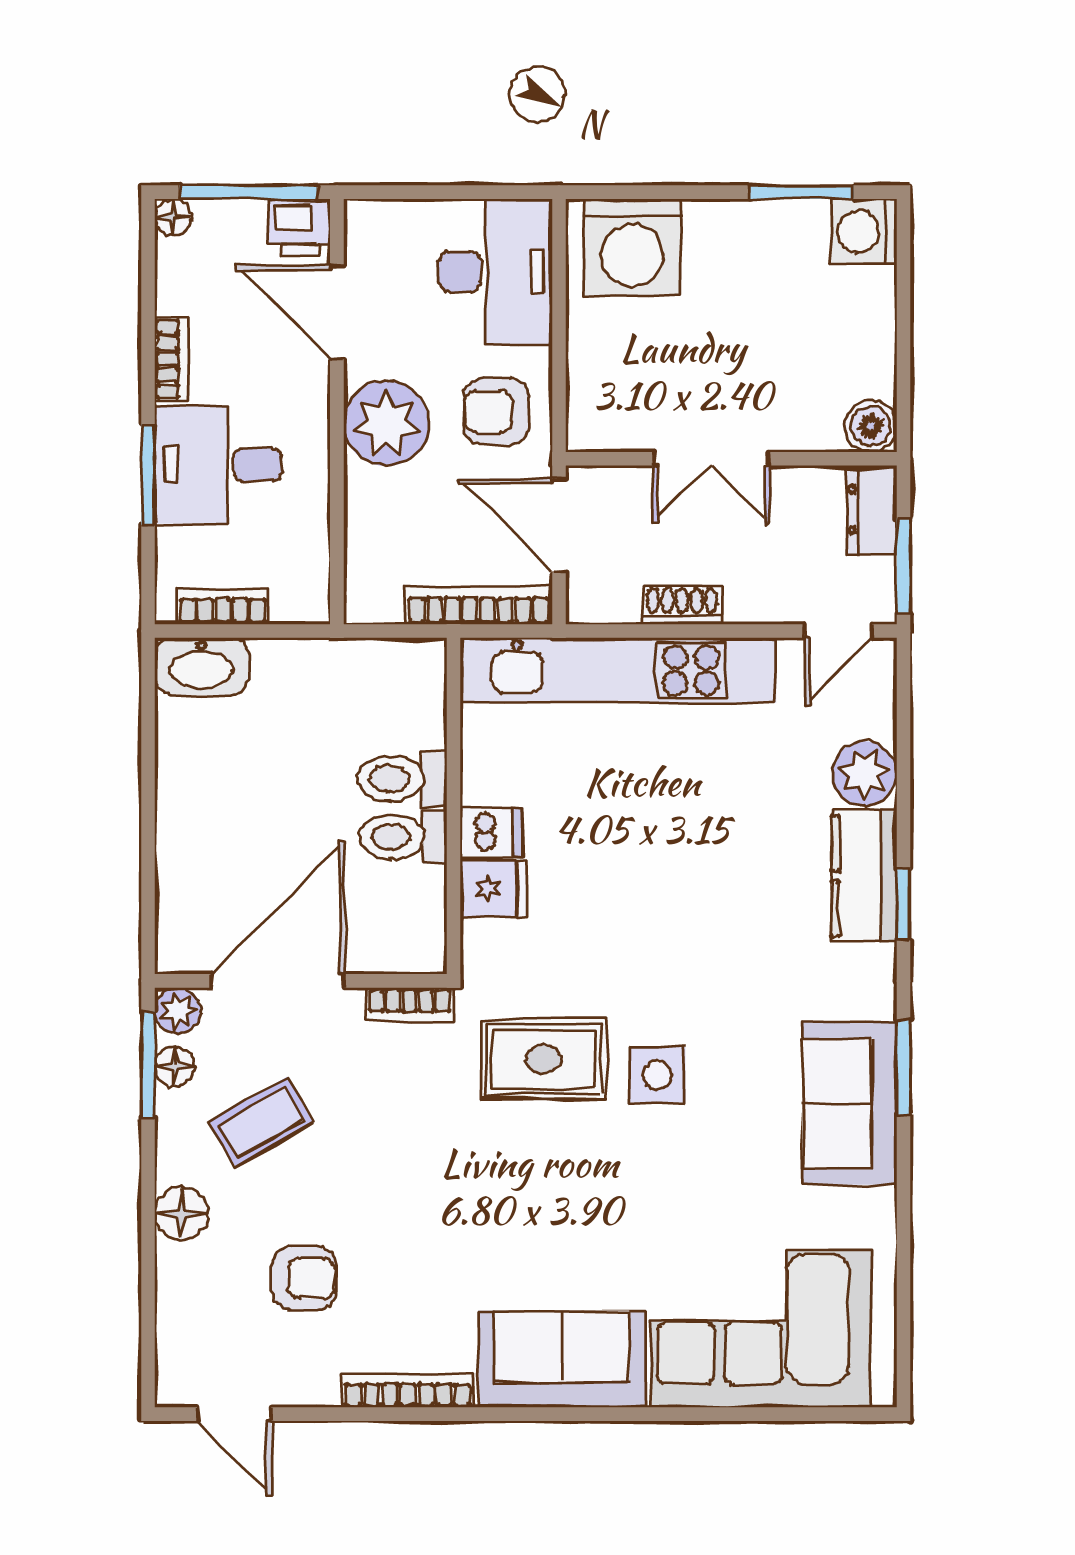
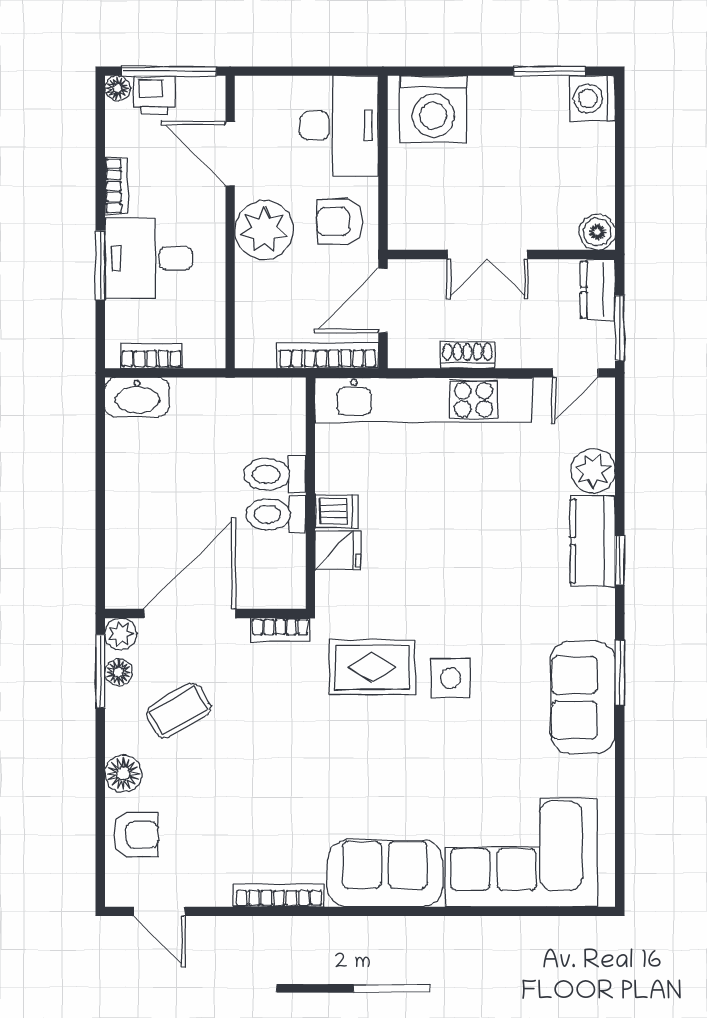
printer: (299, 227) -> (154, 95), moved
door: (559, 526) -> (383, 300), hinge flipped
armchair: (304, 1278) -> (136, 835), moved

